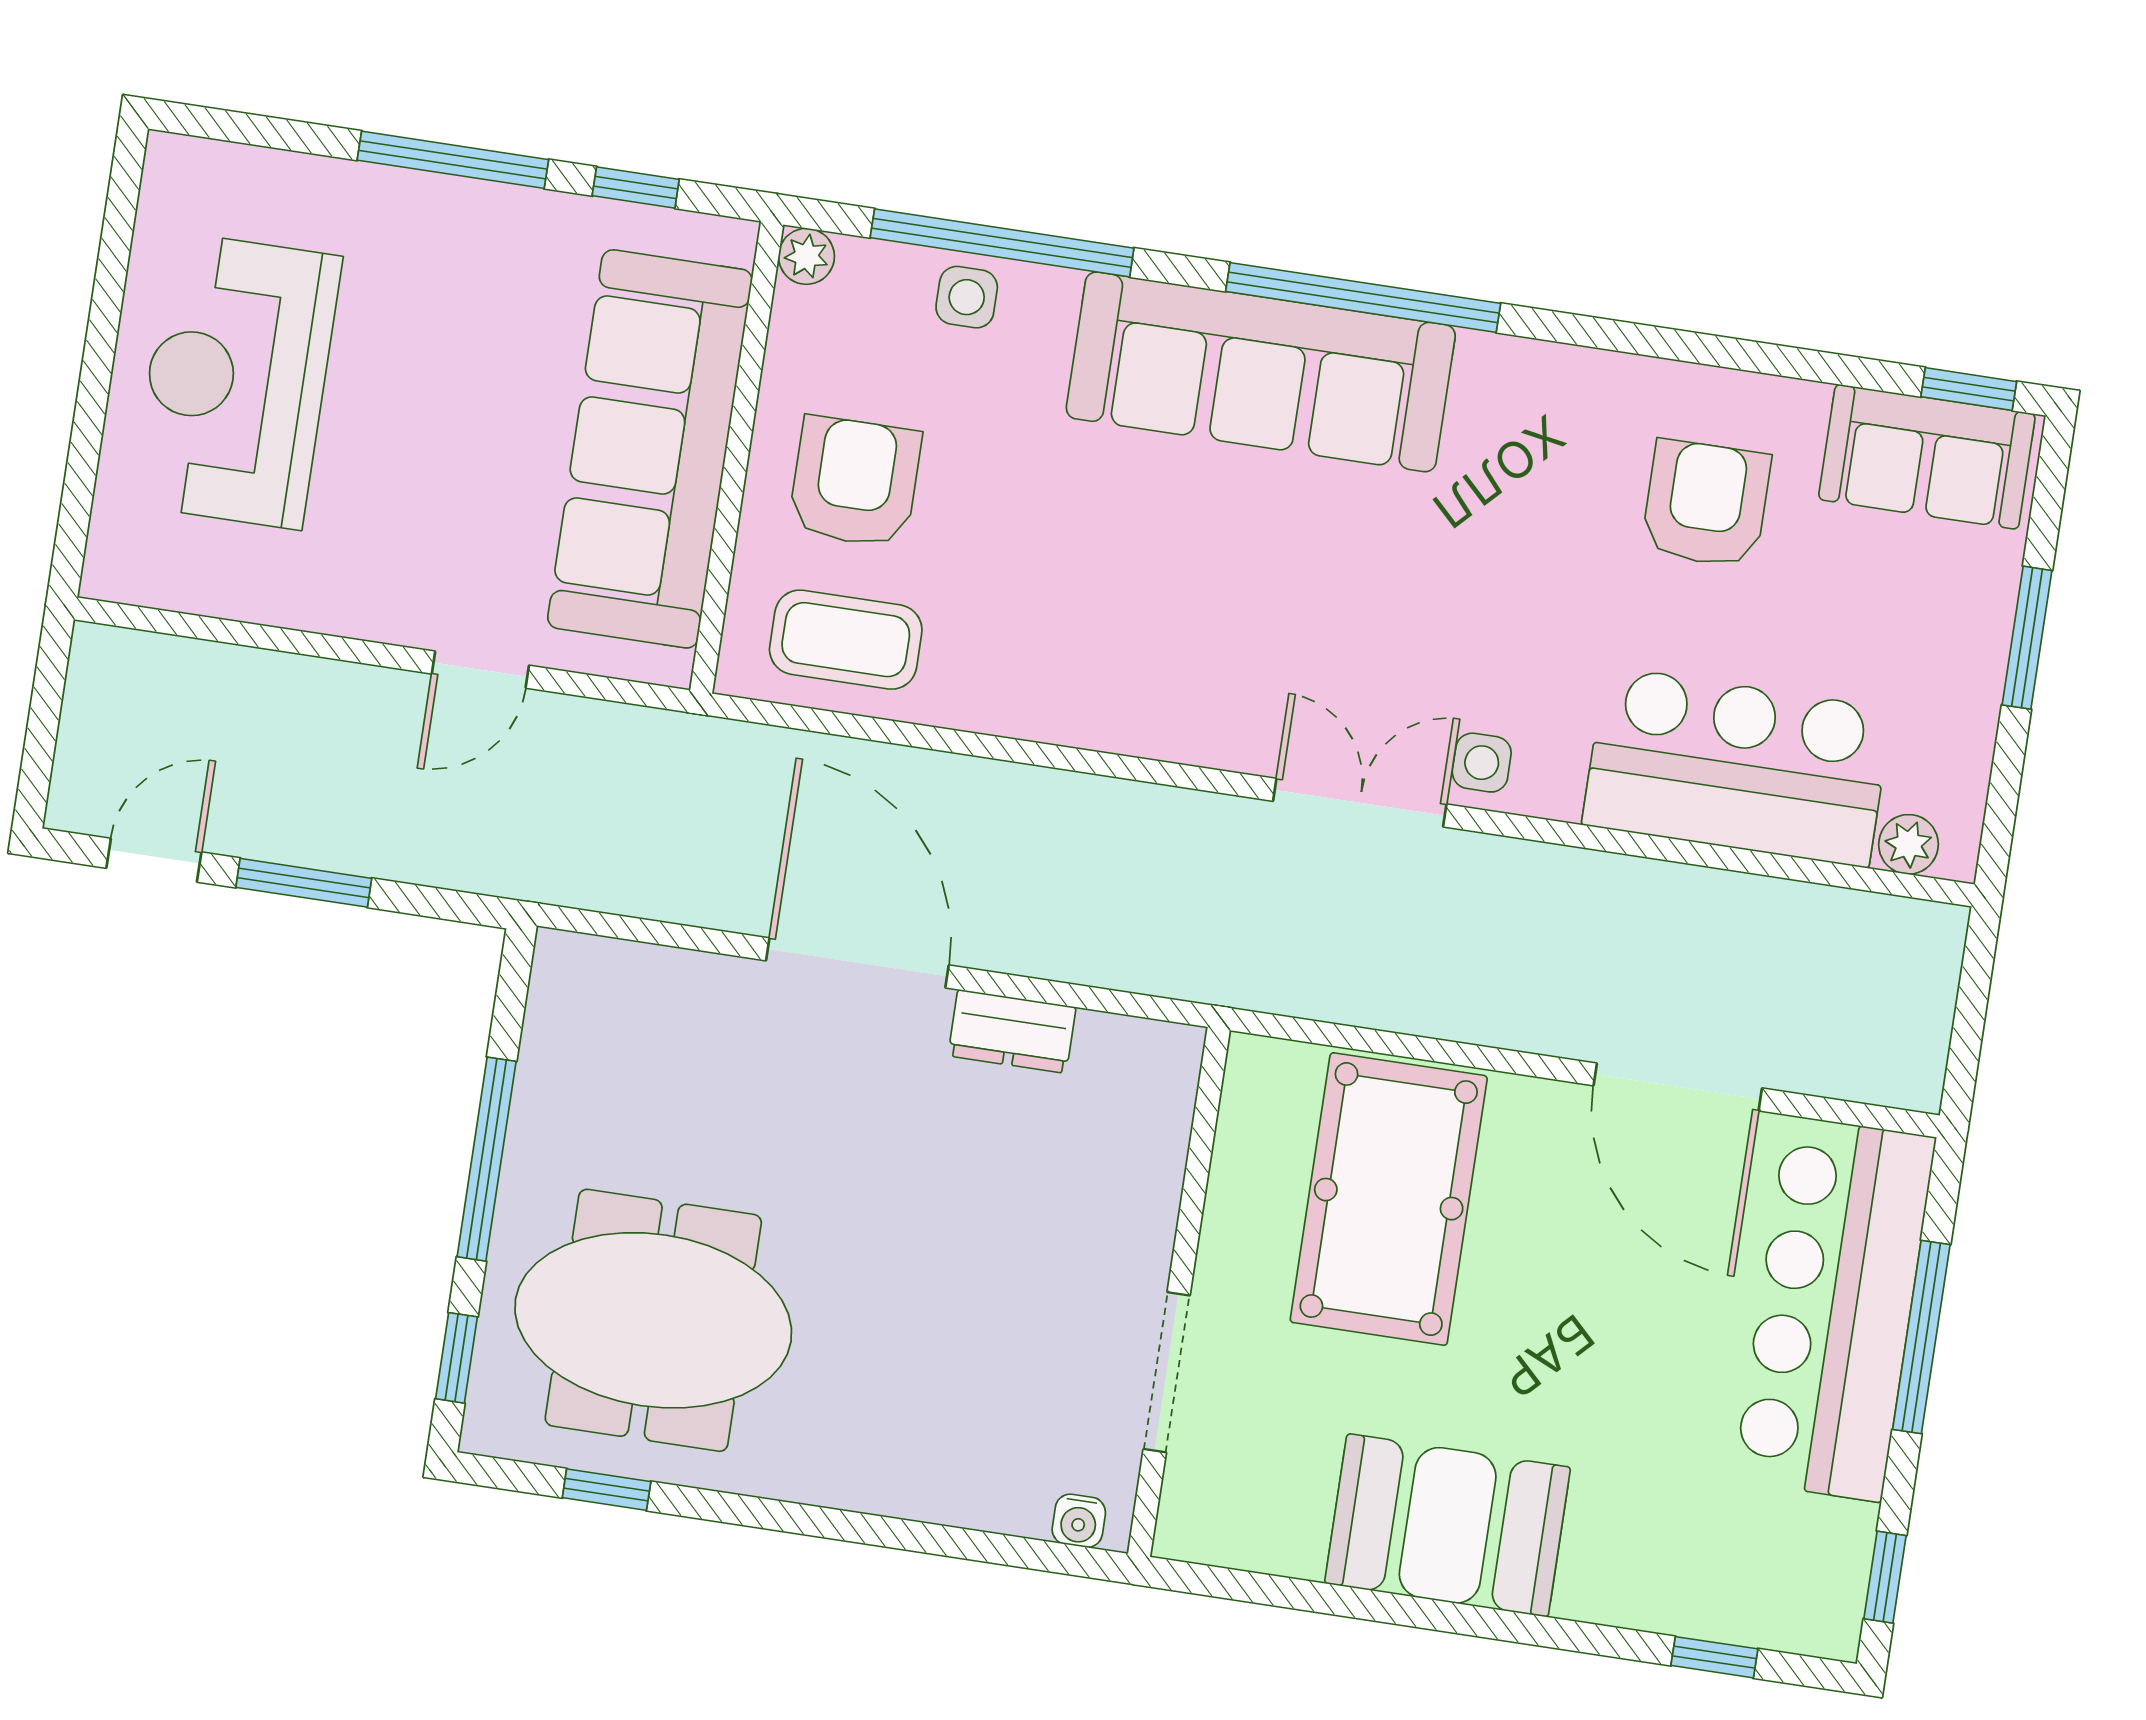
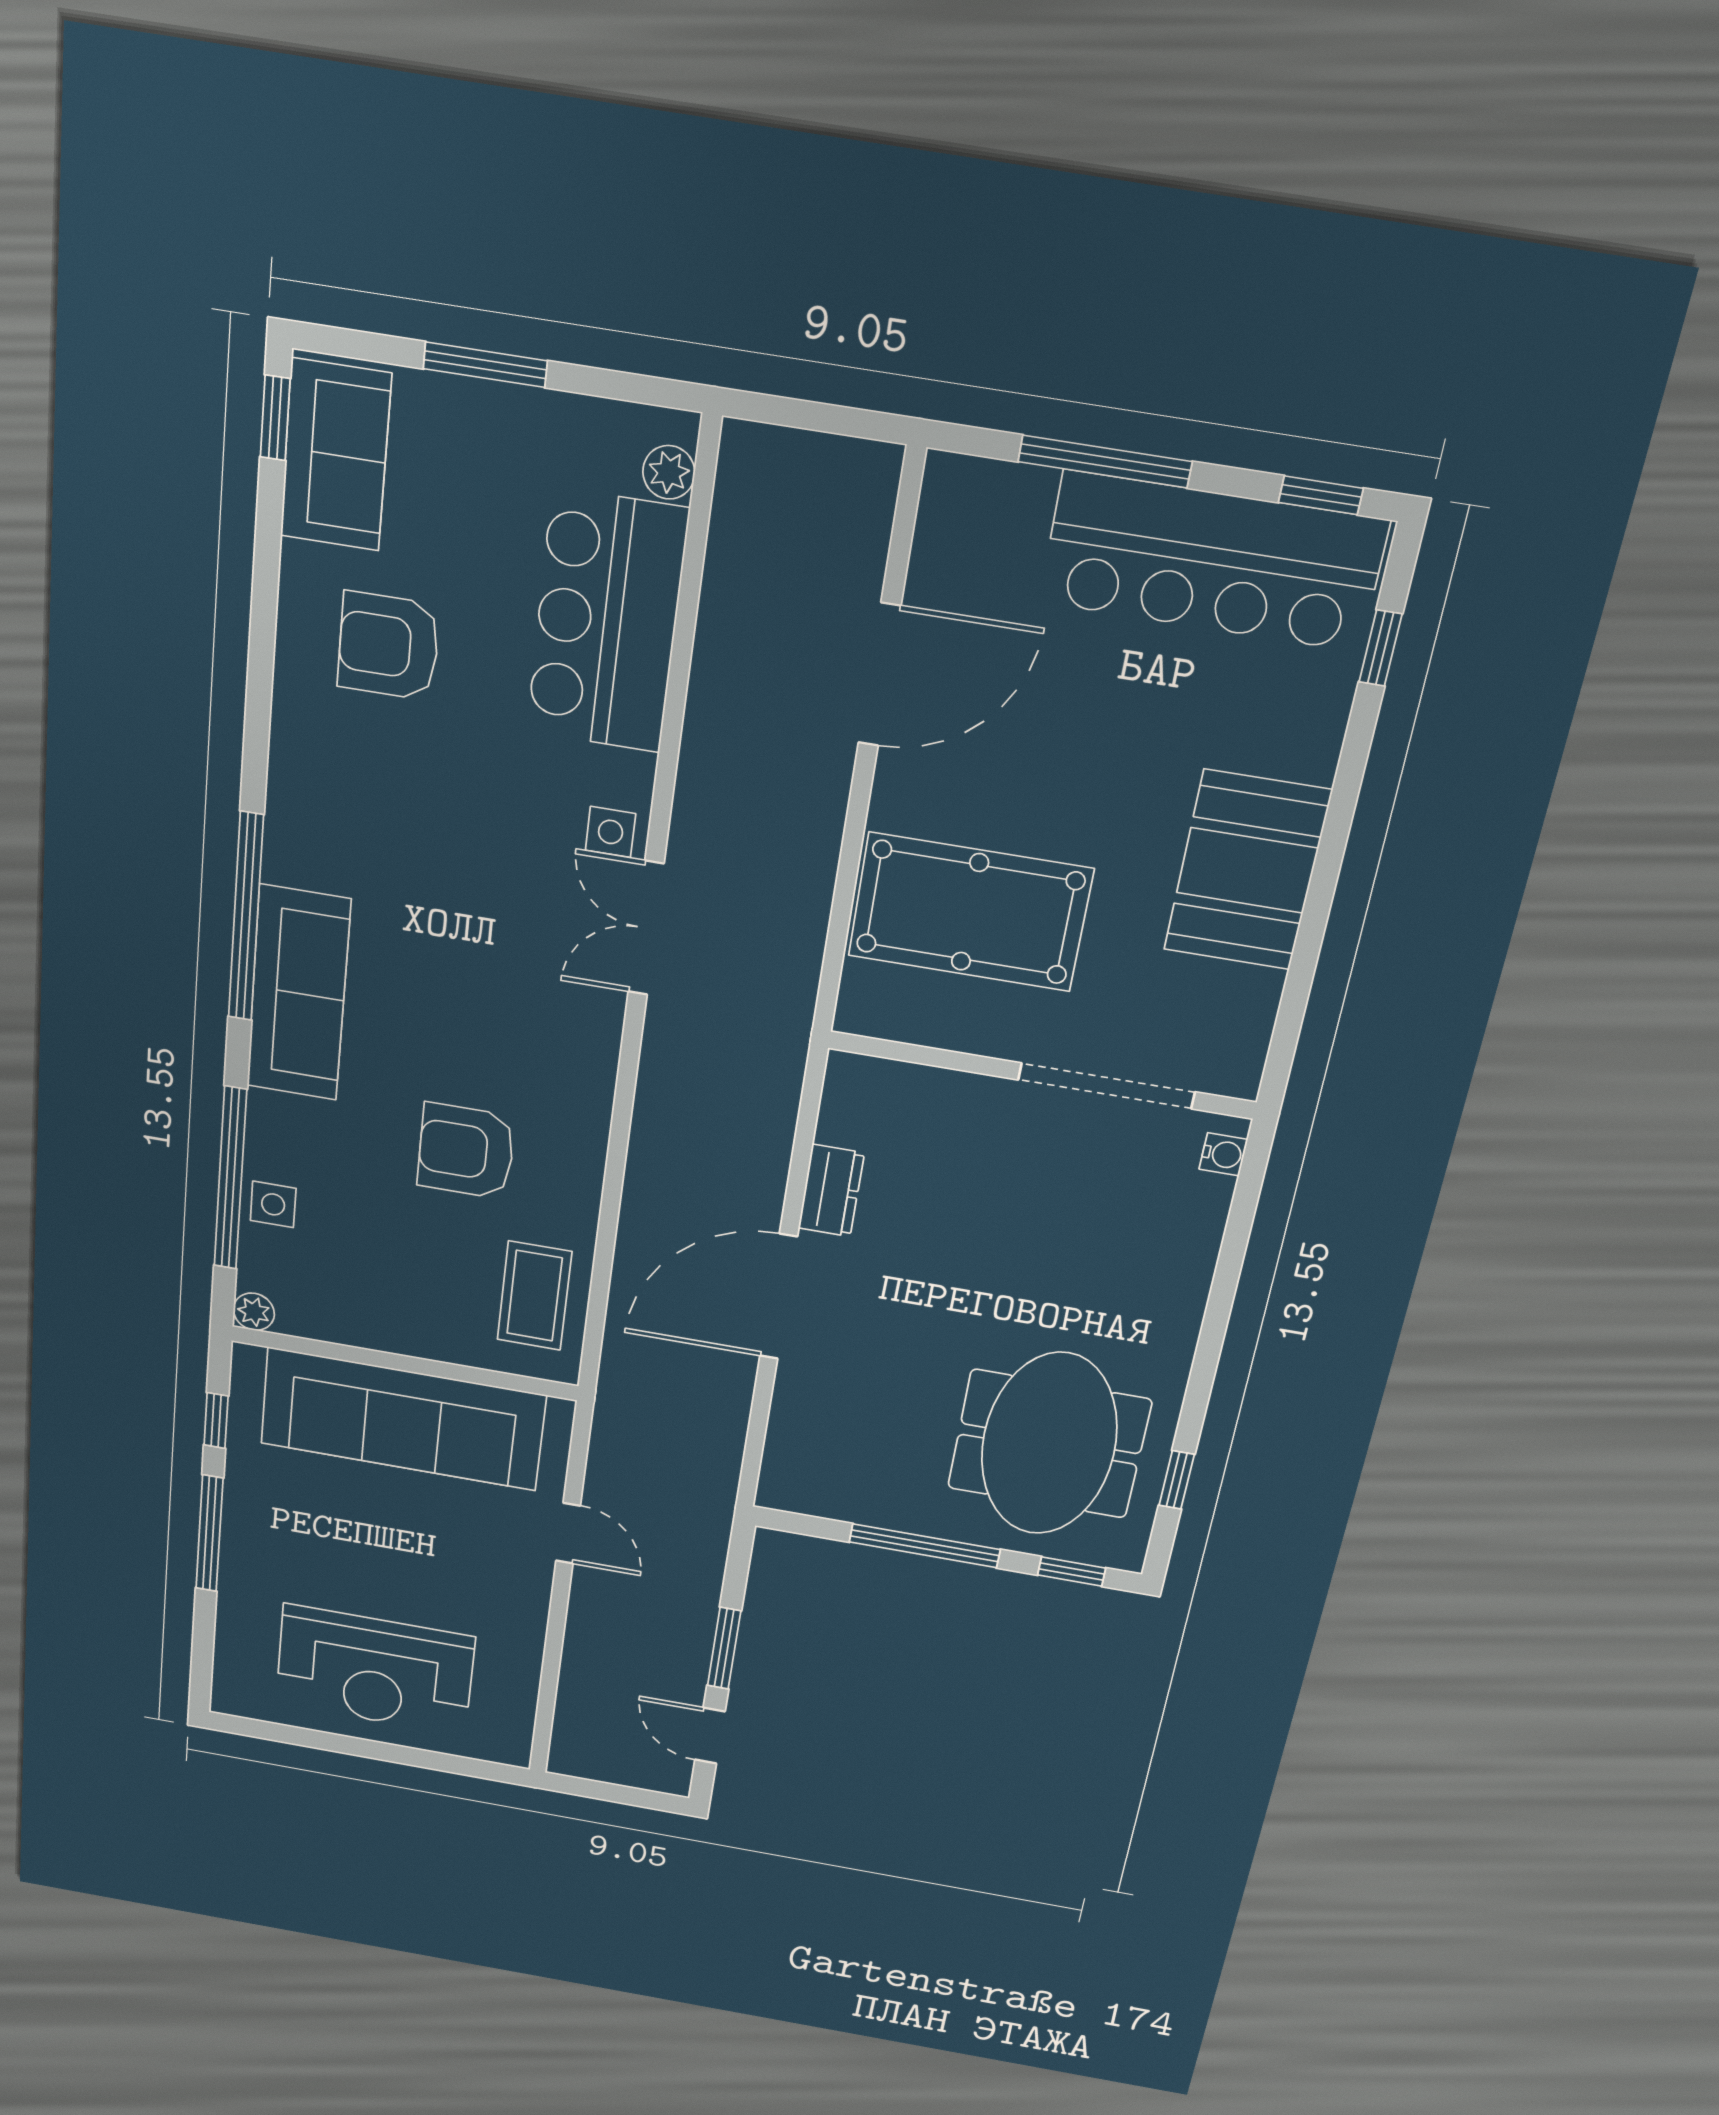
sofa: (1261, 372) -> (298, 993), width x0.74, depth x0.79
armchair: (855, 482) -> (466, 1151), moved
bar counter: (1835, 1309) -> (1213, 561), moved
doorway: (1167, 1372) -> (1106, 1086), width x1.36

